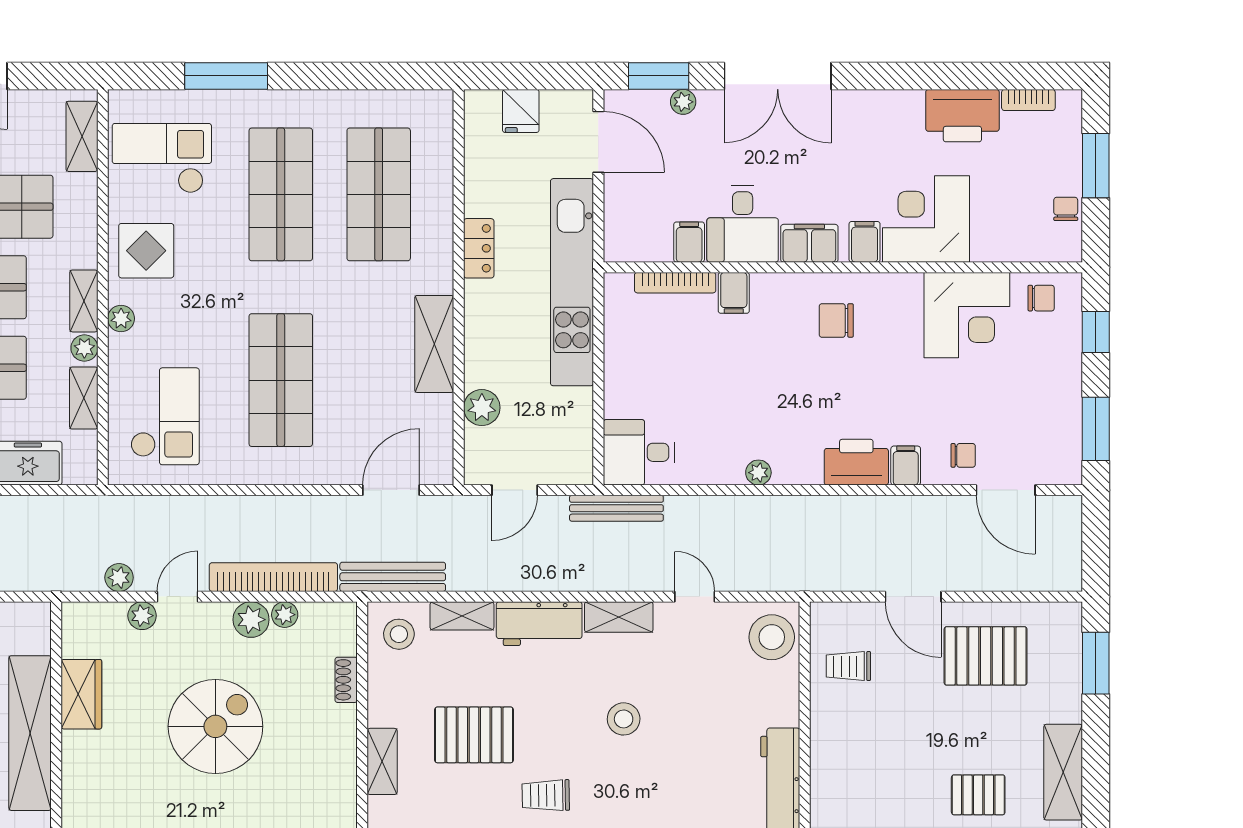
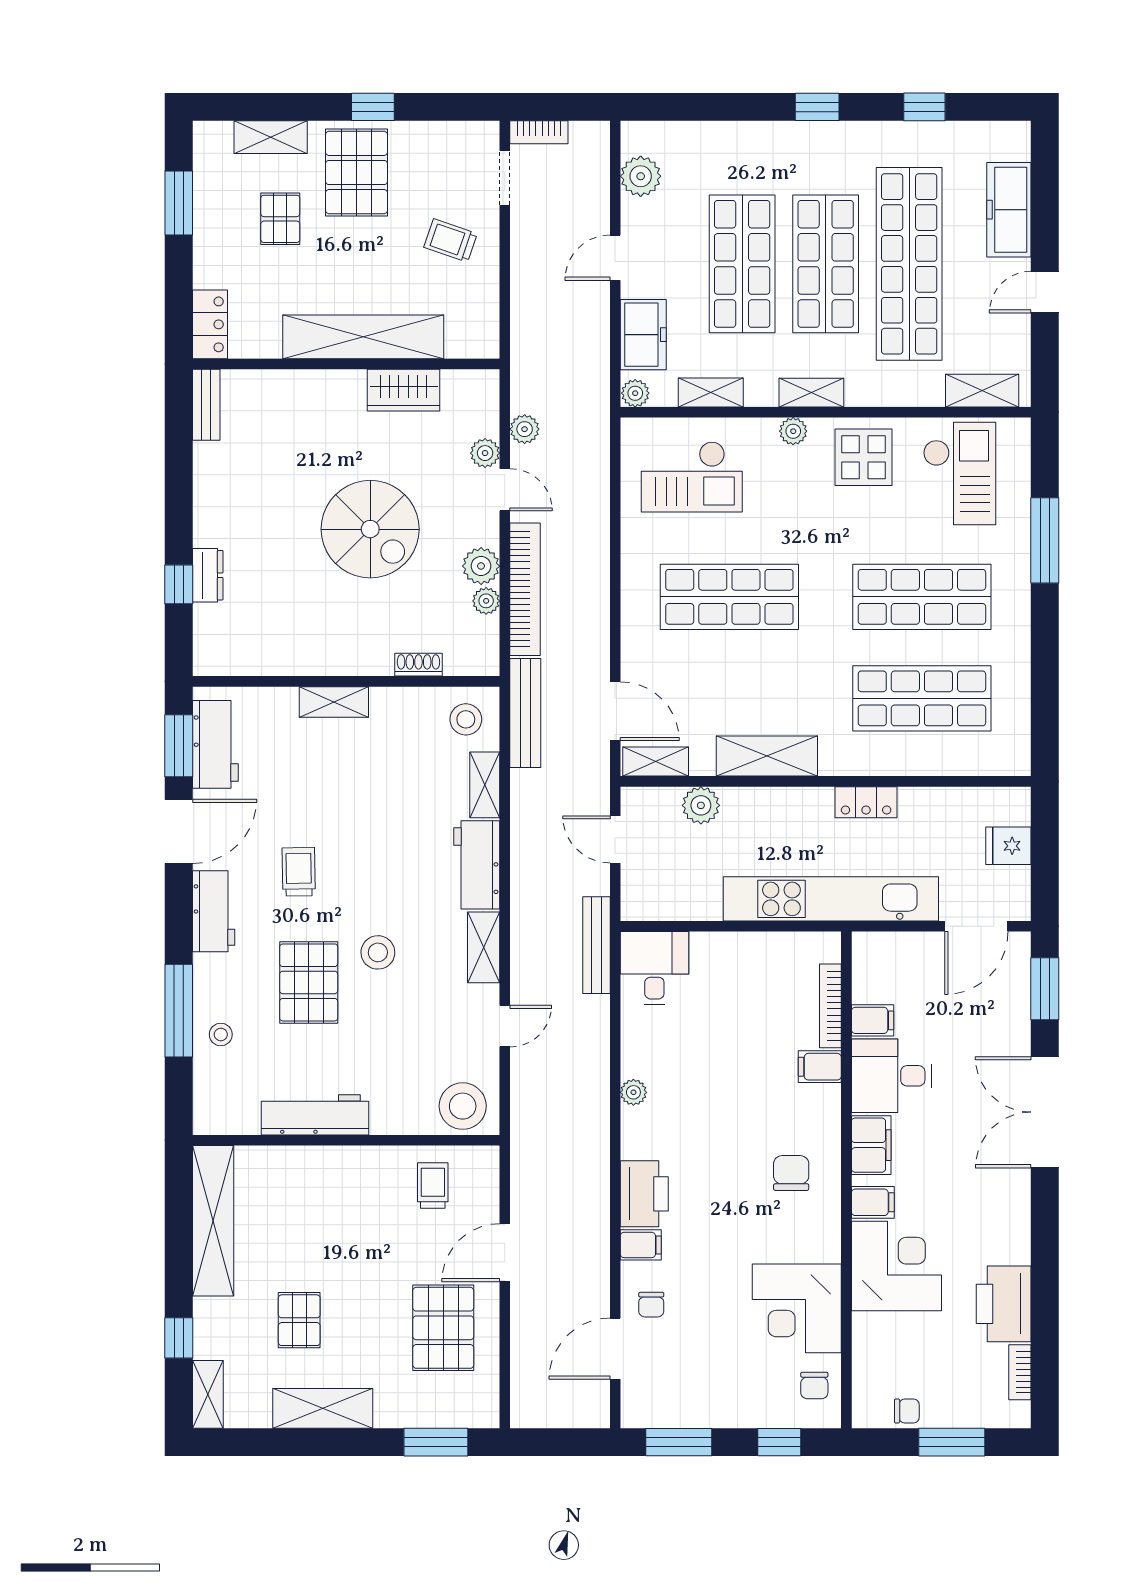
plant: (683, 102) -> (1018, 1014), removed
plant: (84, 348) -> (635, 393), moved
shelving: (439, 451) -> (656, 761), added
pallet: (474, 735) -> (309, 982), moved

